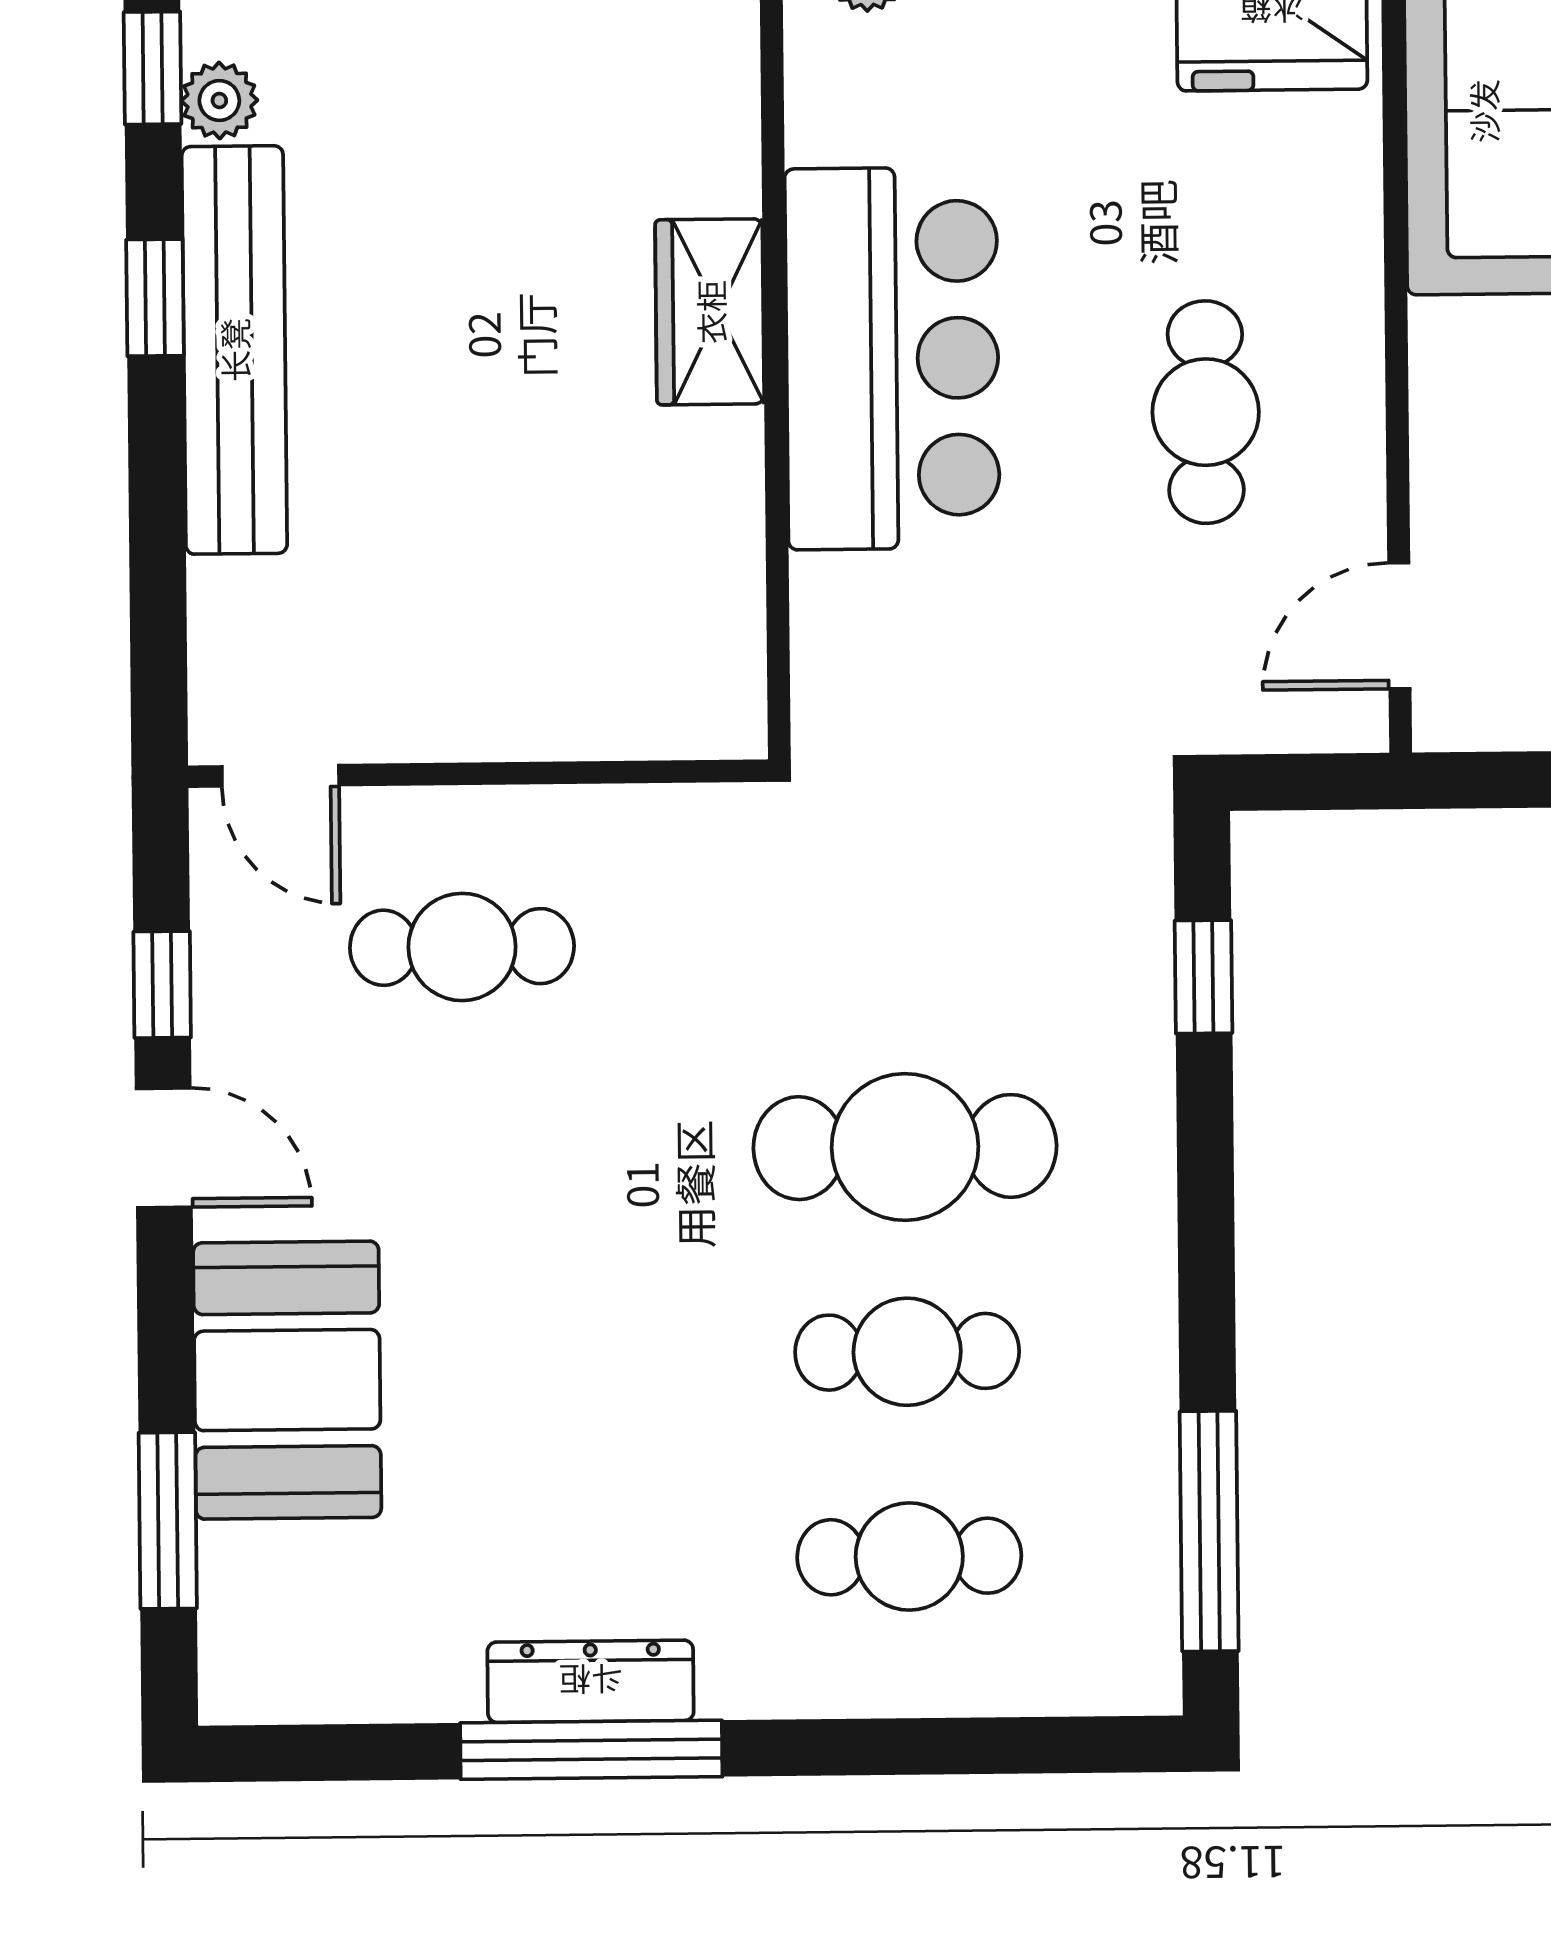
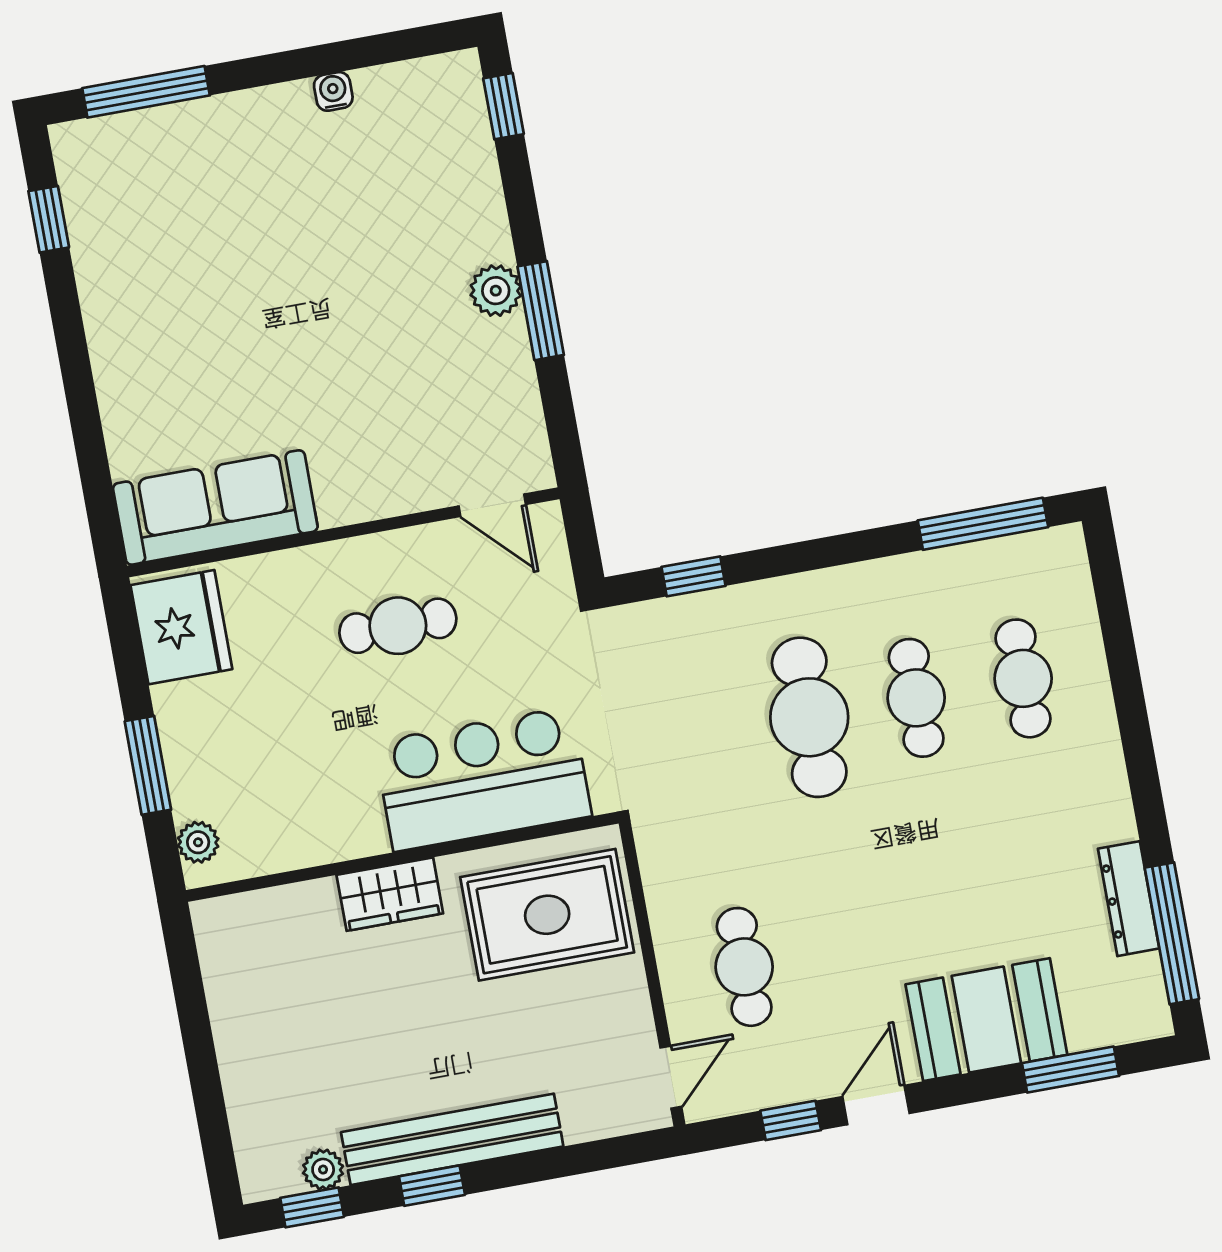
bar counter: (892, 358) -> (483, 779), moved
rug: (621, 598) -> (547, 915), added
dresser: (591, 1681) -> (1129, 899), moved
window: (591, 1750) -> (1172, 933), moved

